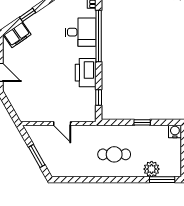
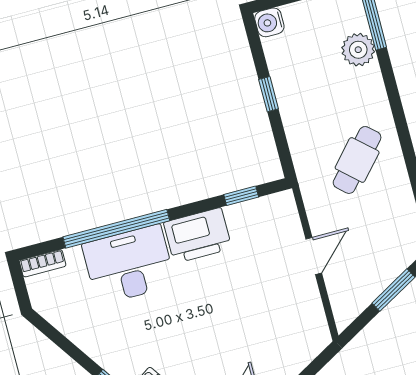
desk: (81, 32) -> (129, 265), width x1.37
cafe table: (114, 154) -> (357, 160), moved, turned 42

